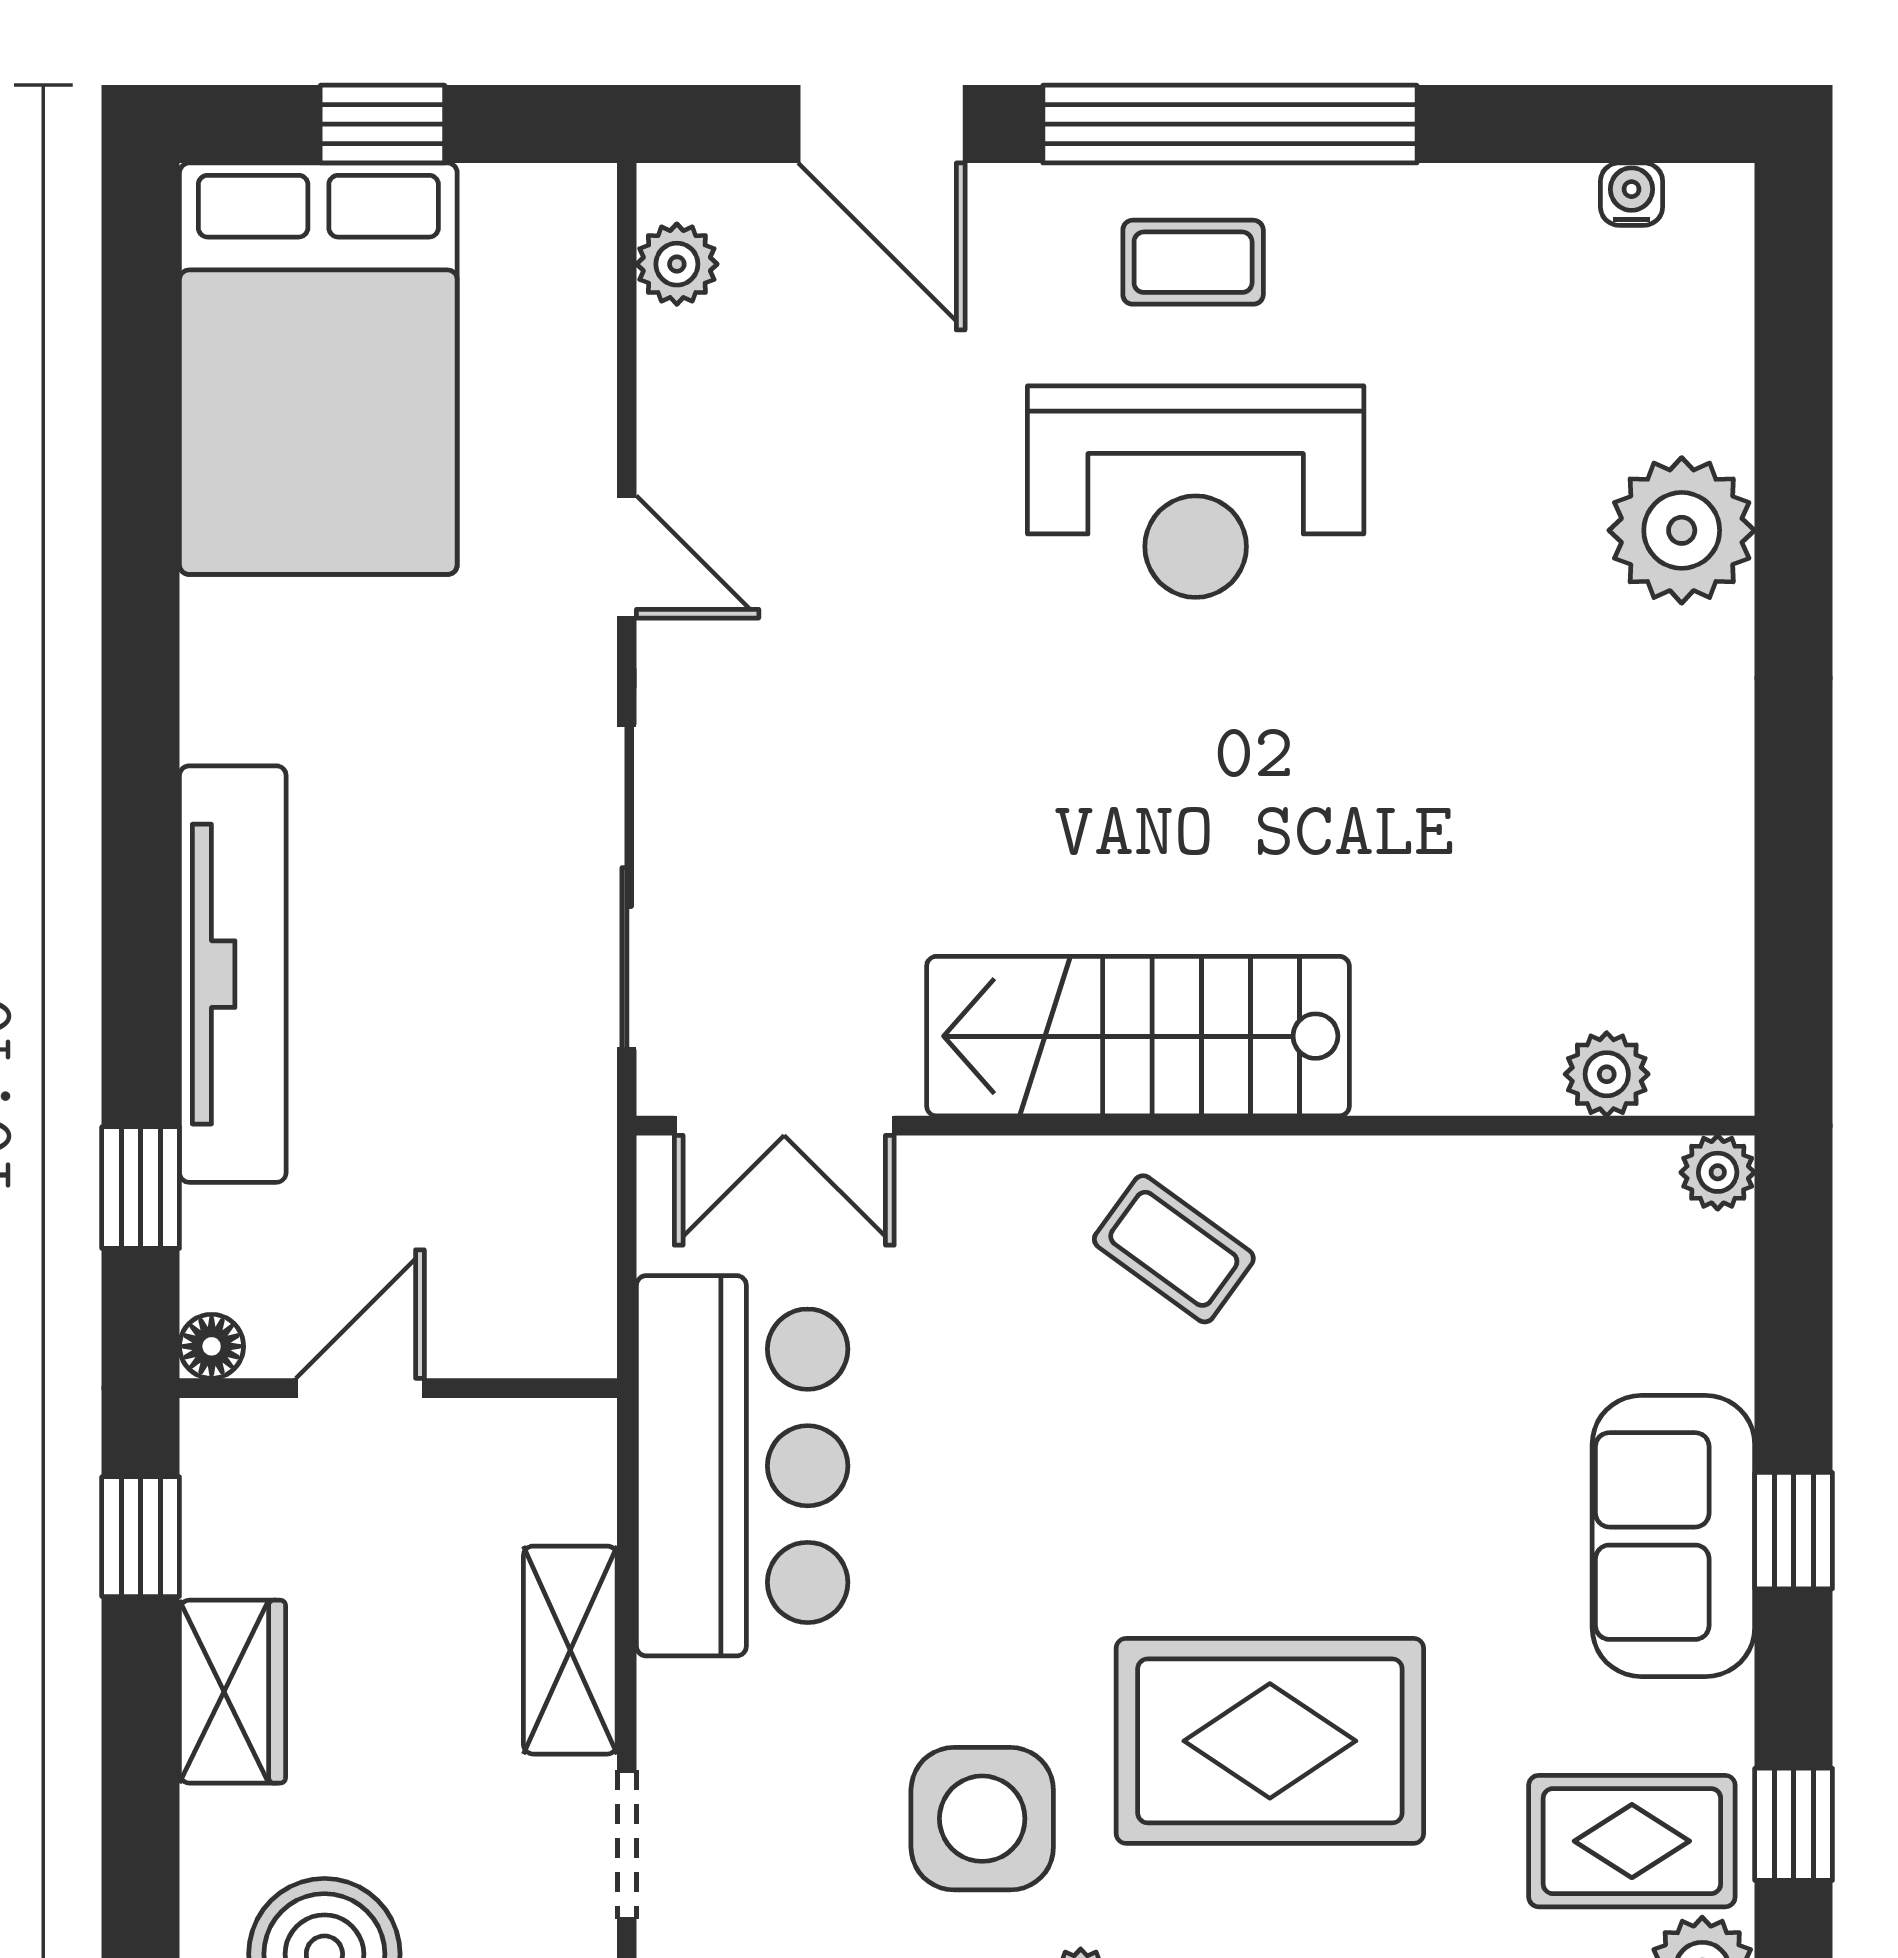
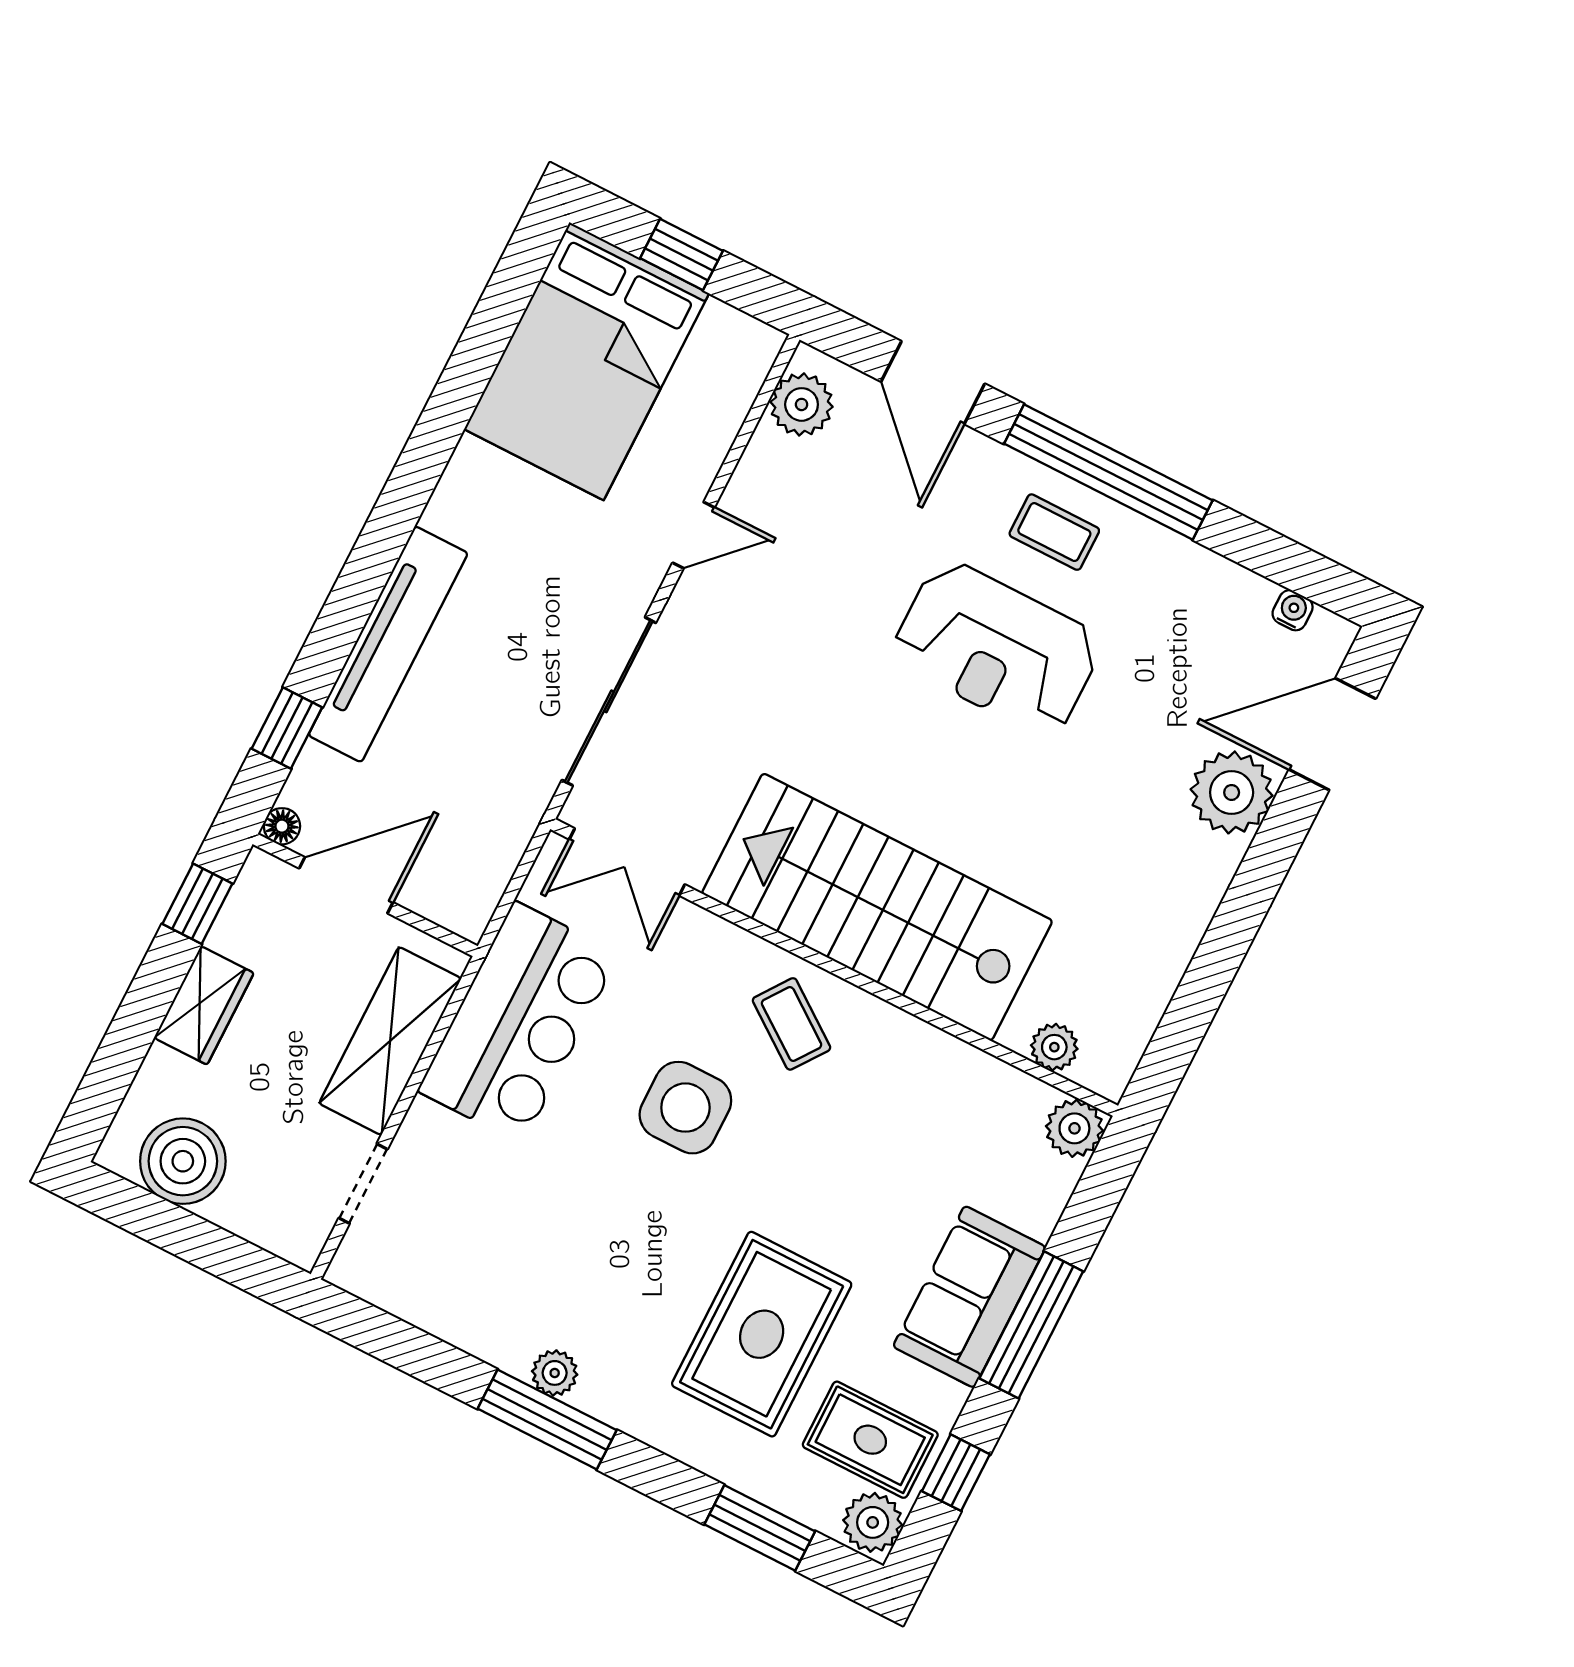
plant: (677, 264) -> (802, 404), width x1.38, depth x1.38
door: (1794, 357) -> (1332, 734), added
door: (627, 557) -> (694, 535), hinge flipped
stairs: (1138, 1036) -> (877, 907), width x1.36, depth x1.51
plant: (1718, 1172) -> (1074, 1128), width x1.38, depth x1.38
door: (360, 1388) -> (346, 885), width x1.38
window: (1794, 1531) -> (1031, 1325), width x2.17
shelving: (570, 1650) -> (390, 1041), width x1.50, depth x1.33
rug: (1270, 1741) -> (762, 1334), moved, turned 90
side table: (982, 1819) -> (685, 1108), moved

